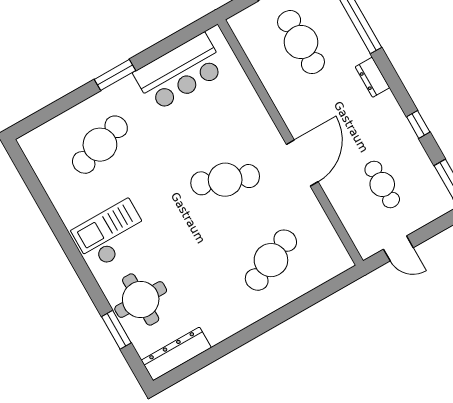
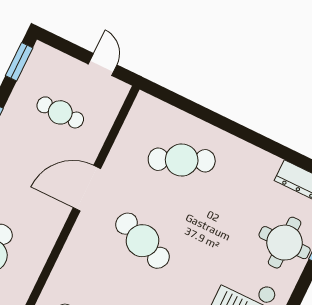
cafe table: (382, 184) -> (60, 112), turned 90

